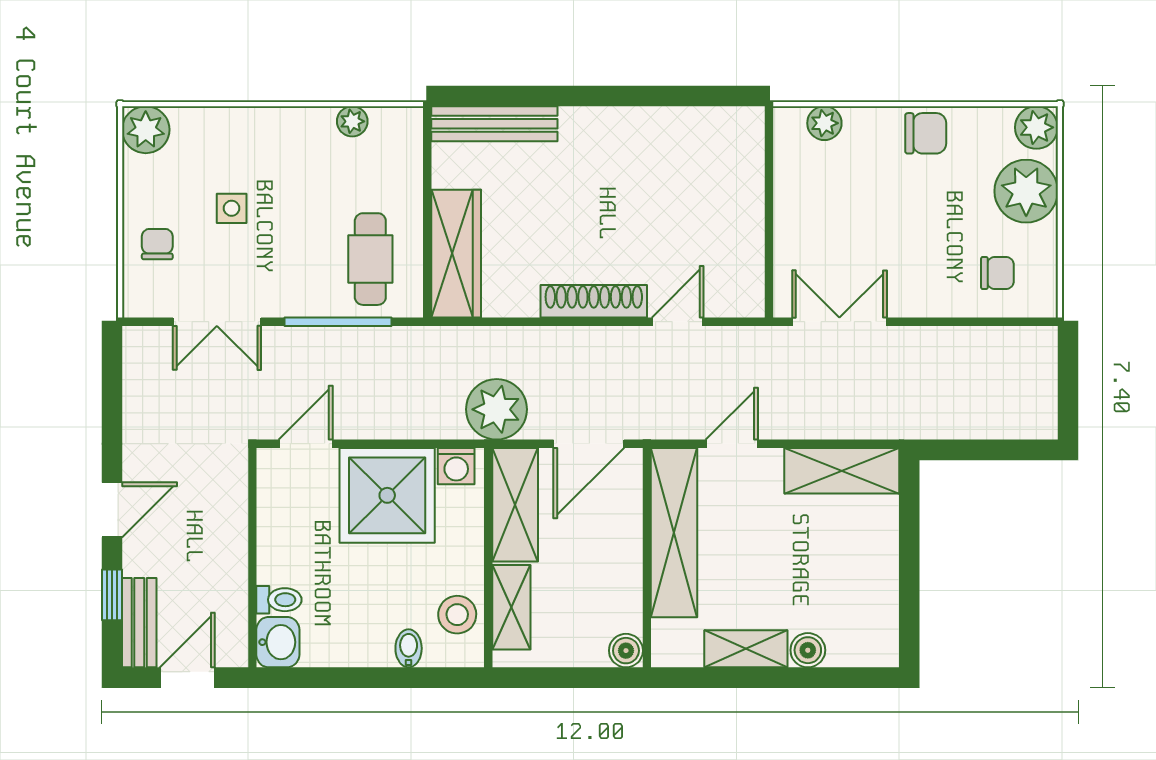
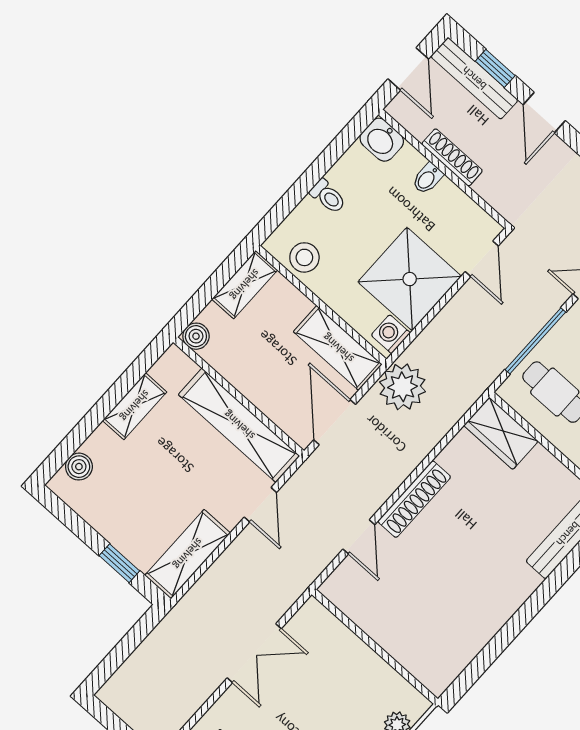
wardrobe: (456, 254) -> (501, 433), width x0.67
double door: (839, 322) -> (254, 653), moved
window: (909, 528) -> (119, 563), added
shoe rack: (234, 560) -> (452, 157), added
toilet: (279, 600) -> (328, 196), moved, turned -90
shelving: (511, 607) -> (245, 285), moved, turned 90
bench: (139, 623) -> (474, 78), width x1.36
bidet: (409, 648) -> (427, 178), moved, turned 90
boiler: (808, 650) -> (79, 467), moved

